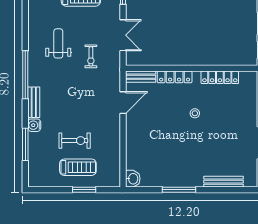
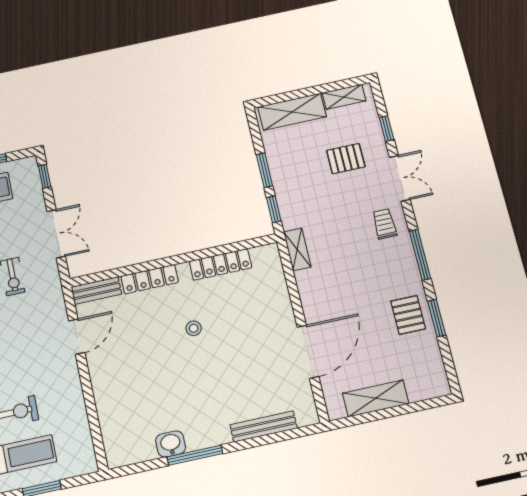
washbasin: (133, 179) -> (171, 444), moved, turned -90

